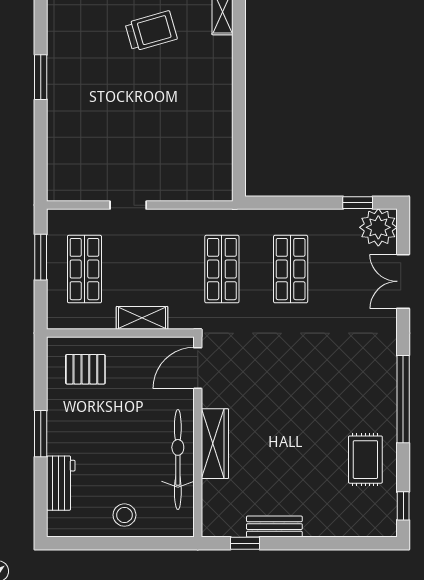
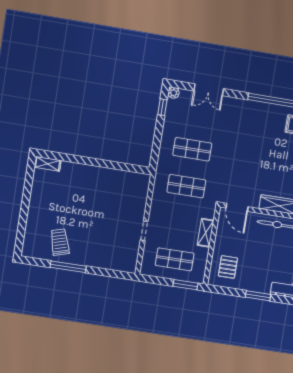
trolley: (151, 31) -> (60, 242), moved
window: (41, 77) -> (68, 267), width x1.44
plant: (378, 227) -> (174, 93), width x0.53, depth x0.53
window: (41, 257) -> (185, 285), moved

